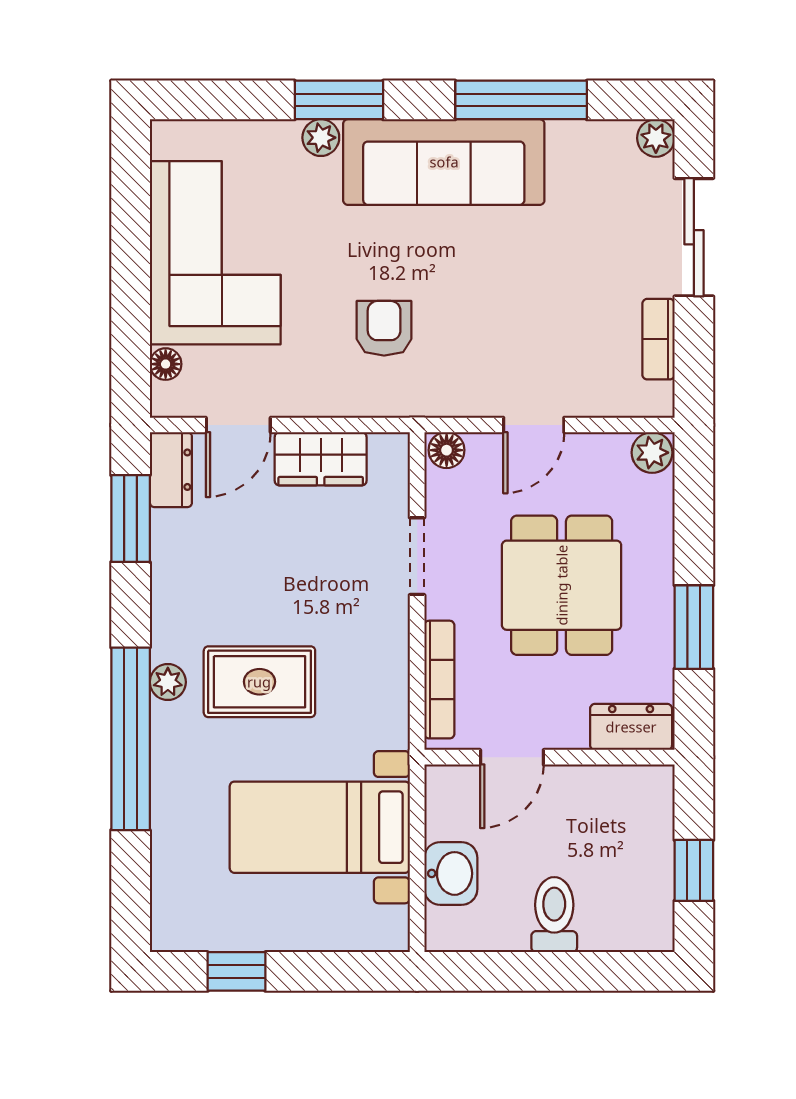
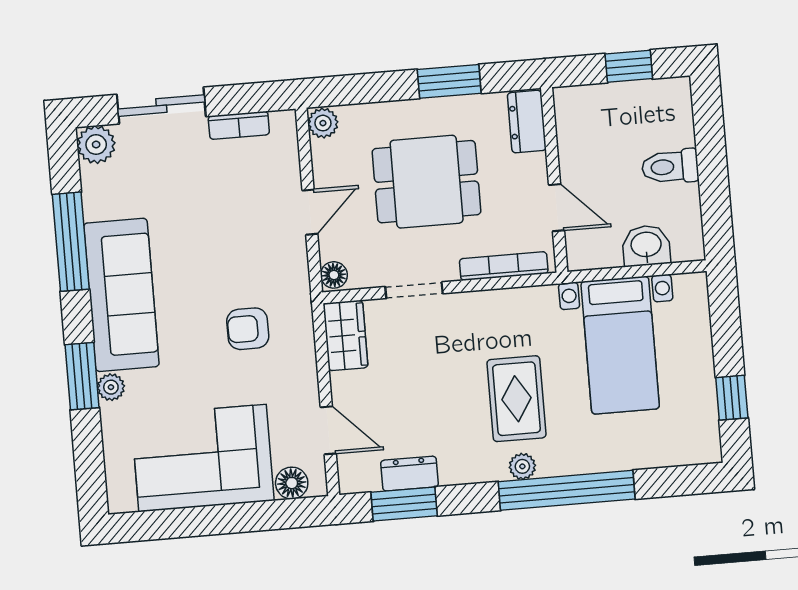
plant: (656, 138) -> (96, 145), width x1.38, depth x1.38
floor lamp: (166, 364) -> (292, 483), width x1.37, depth x1.37
door: (534, 425) -> (310, 212), hinge flipped
wardrobe: (321, 459) -> (345, 335), moved
dresser: (171, 470) -> (409, 474), moved

